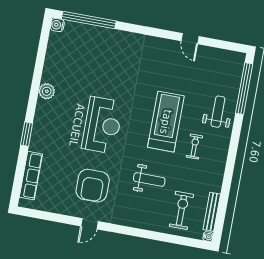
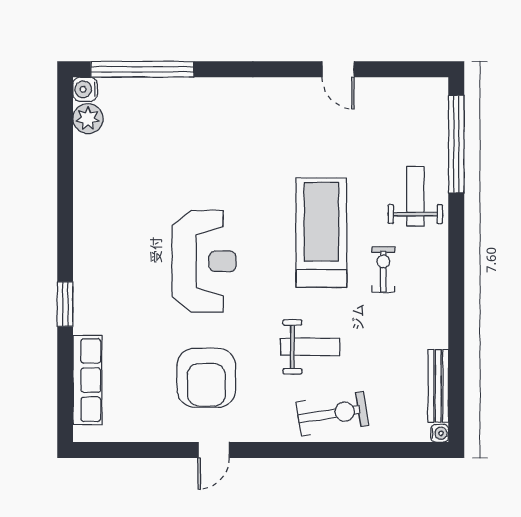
plant: (47, 91) -> (88, 119), moved
exercise bike: (181, 210) -> (332, 414), moved, turned 81

